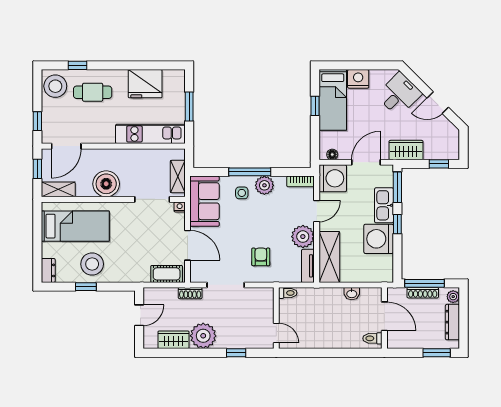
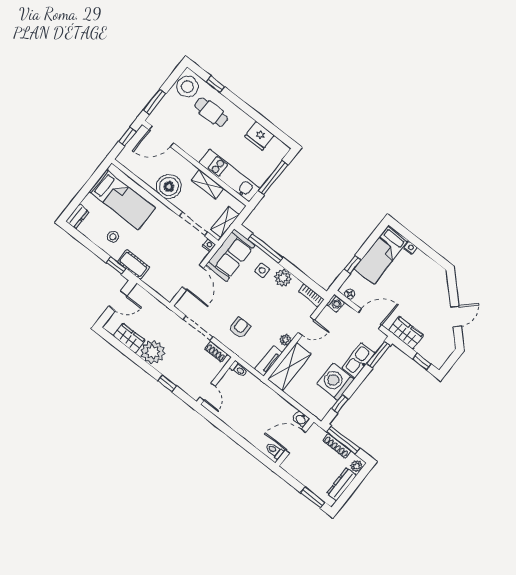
nightstand: (358, 79) -> (410, 248), width x0.53, depth x0.56
fridge: (145, 84) -> (259, 136), width x0.73, depth x0.75
desk: (399, 94) -> (432, 288), removed
door: (438, 103) -> (456, 316), swing flipped
window: (315, 106) -> (353, 264), moved
window: (189, 107) -> (273, 178), width x1.44
window: (37, 121) -> (155, 102), width x1.50
window: (250, 172) -> (265, 248), moved
washing machine: (333, 178) -> (336, 303), width x0.53, depth x0.53
shelving: (58, 189) -> (207, 184), moved
window: (397, 224) -> (340, 404), moved
plant: (303, 237) -> (286, 340), width x0.53, depth x0.53
stool: (92, 264) -> (113, 237), width x0.53, depth x0.53
cot: (167, 274) -> (133, 264), moved
window: (86, 287) -> (116, 266), moved
shoe rack: (190, 293) -> (216, 352), moved
washbasin: (352, 294) -> (301, 419), moved
door: (384, 316) -> (296, 441), swing flipped

